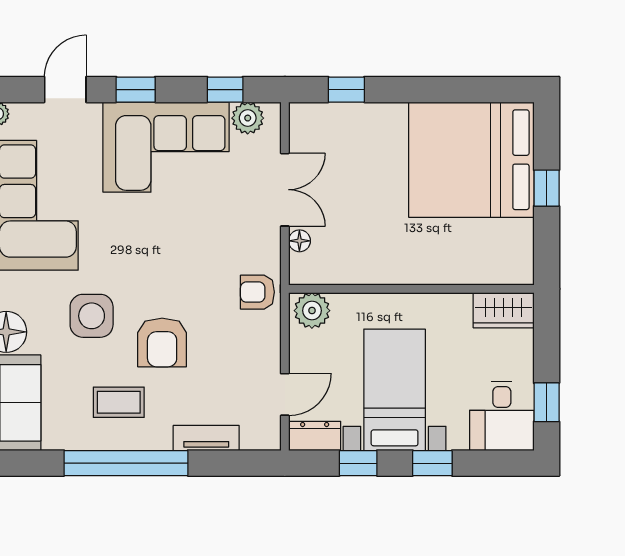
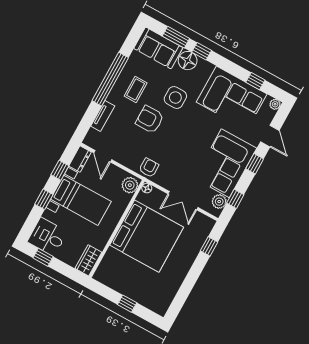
bed: (471, 160) -> (147, 236), moved, turned 90
floor lamp: (299, 241) -> (147, 188), moved

